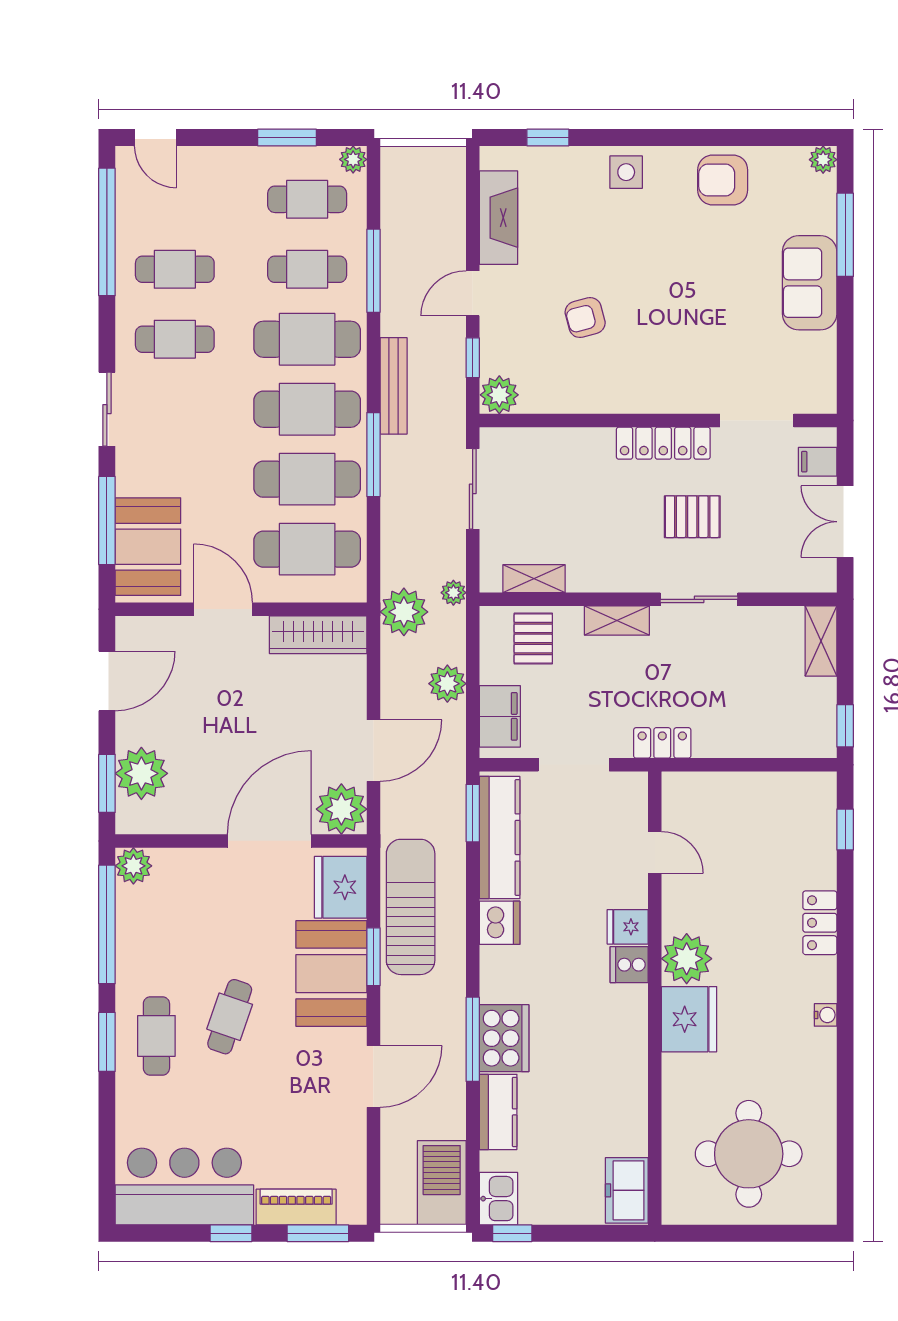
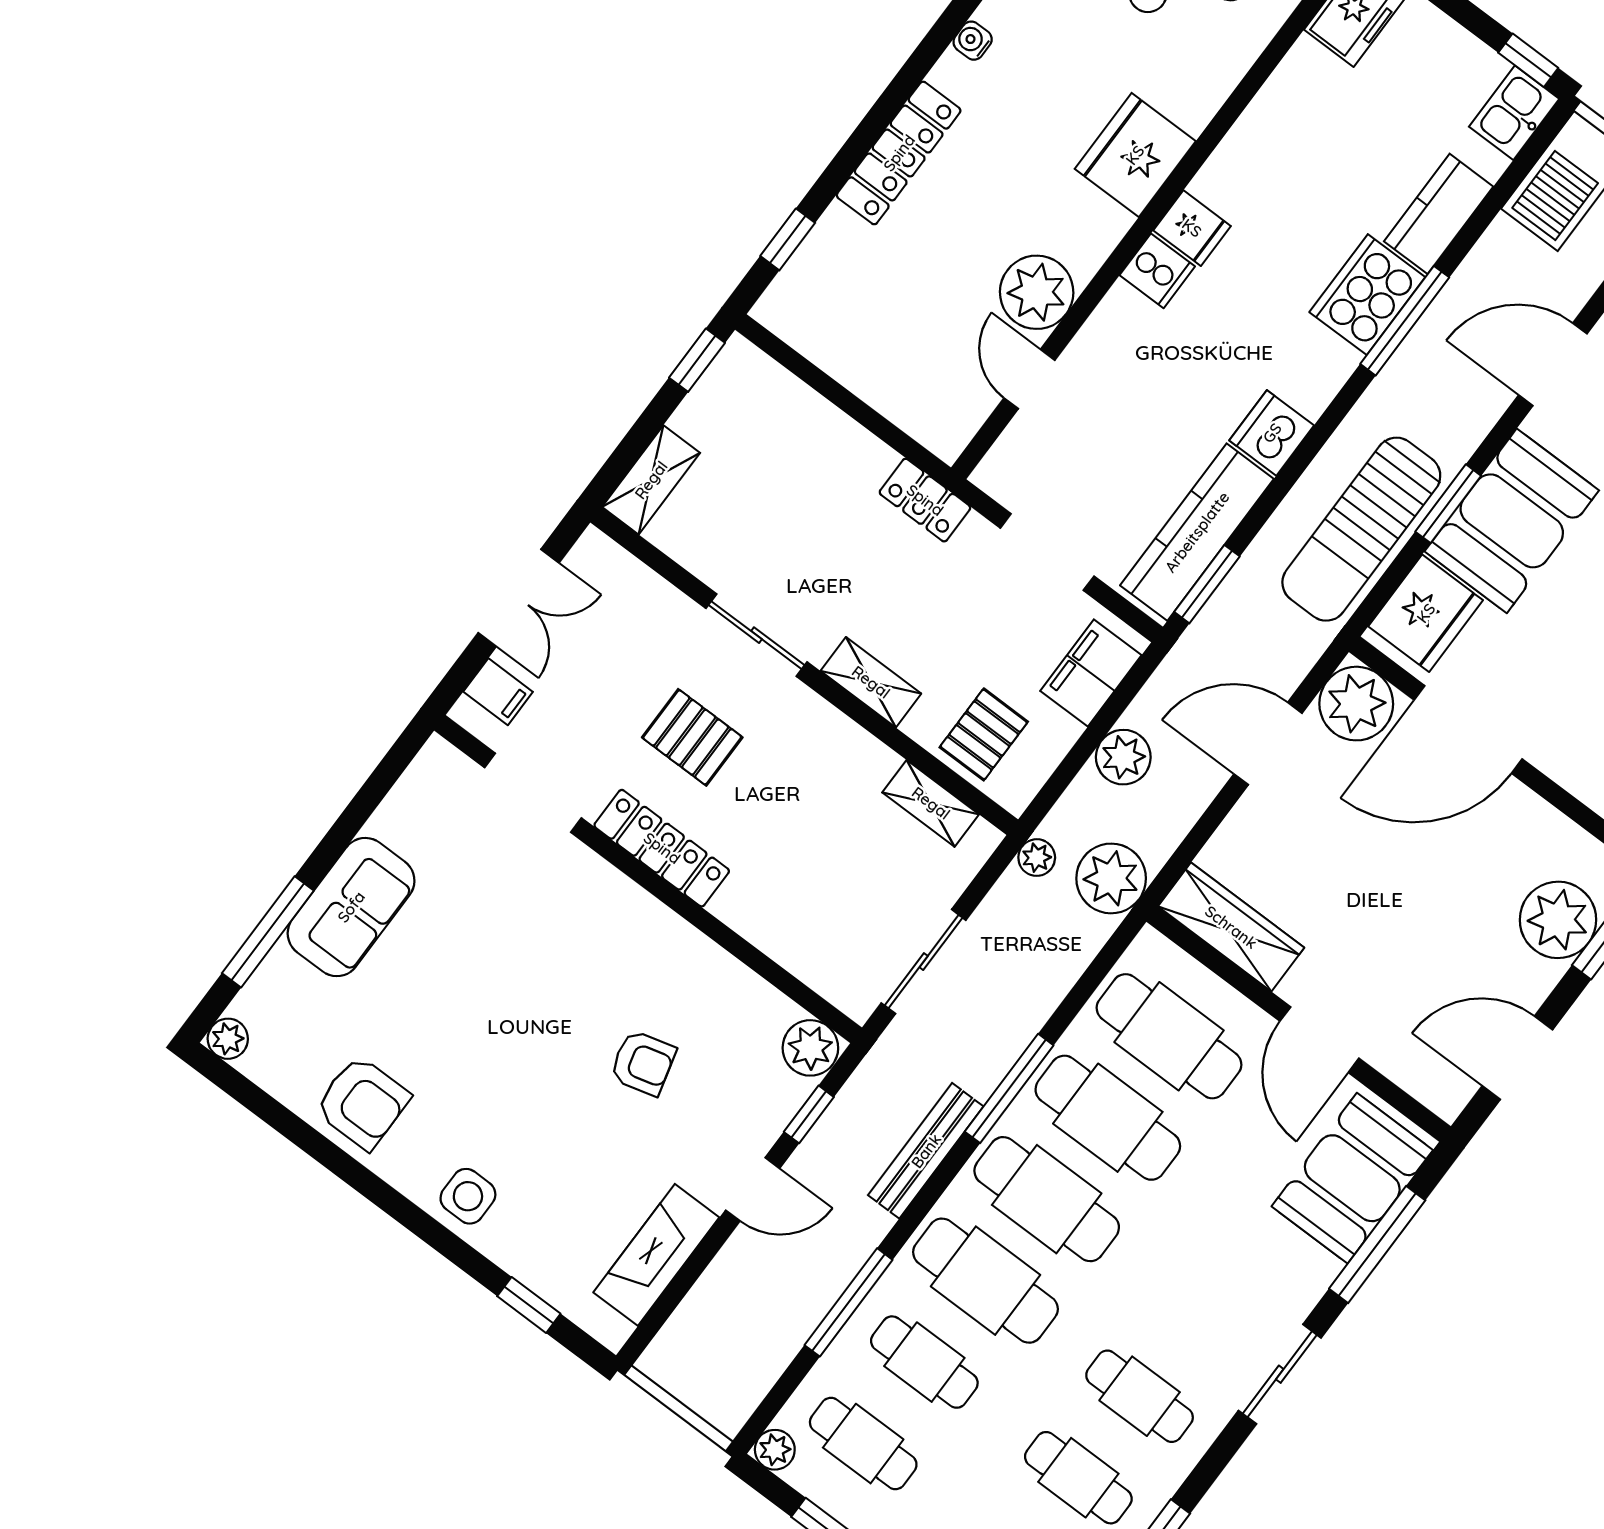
locker: (820, 923) -> (899, 153), width x1.53
fridge: (628, 927) -> (1192, 228), moved
plant: (687, 959) -> (1037, 292), moved

